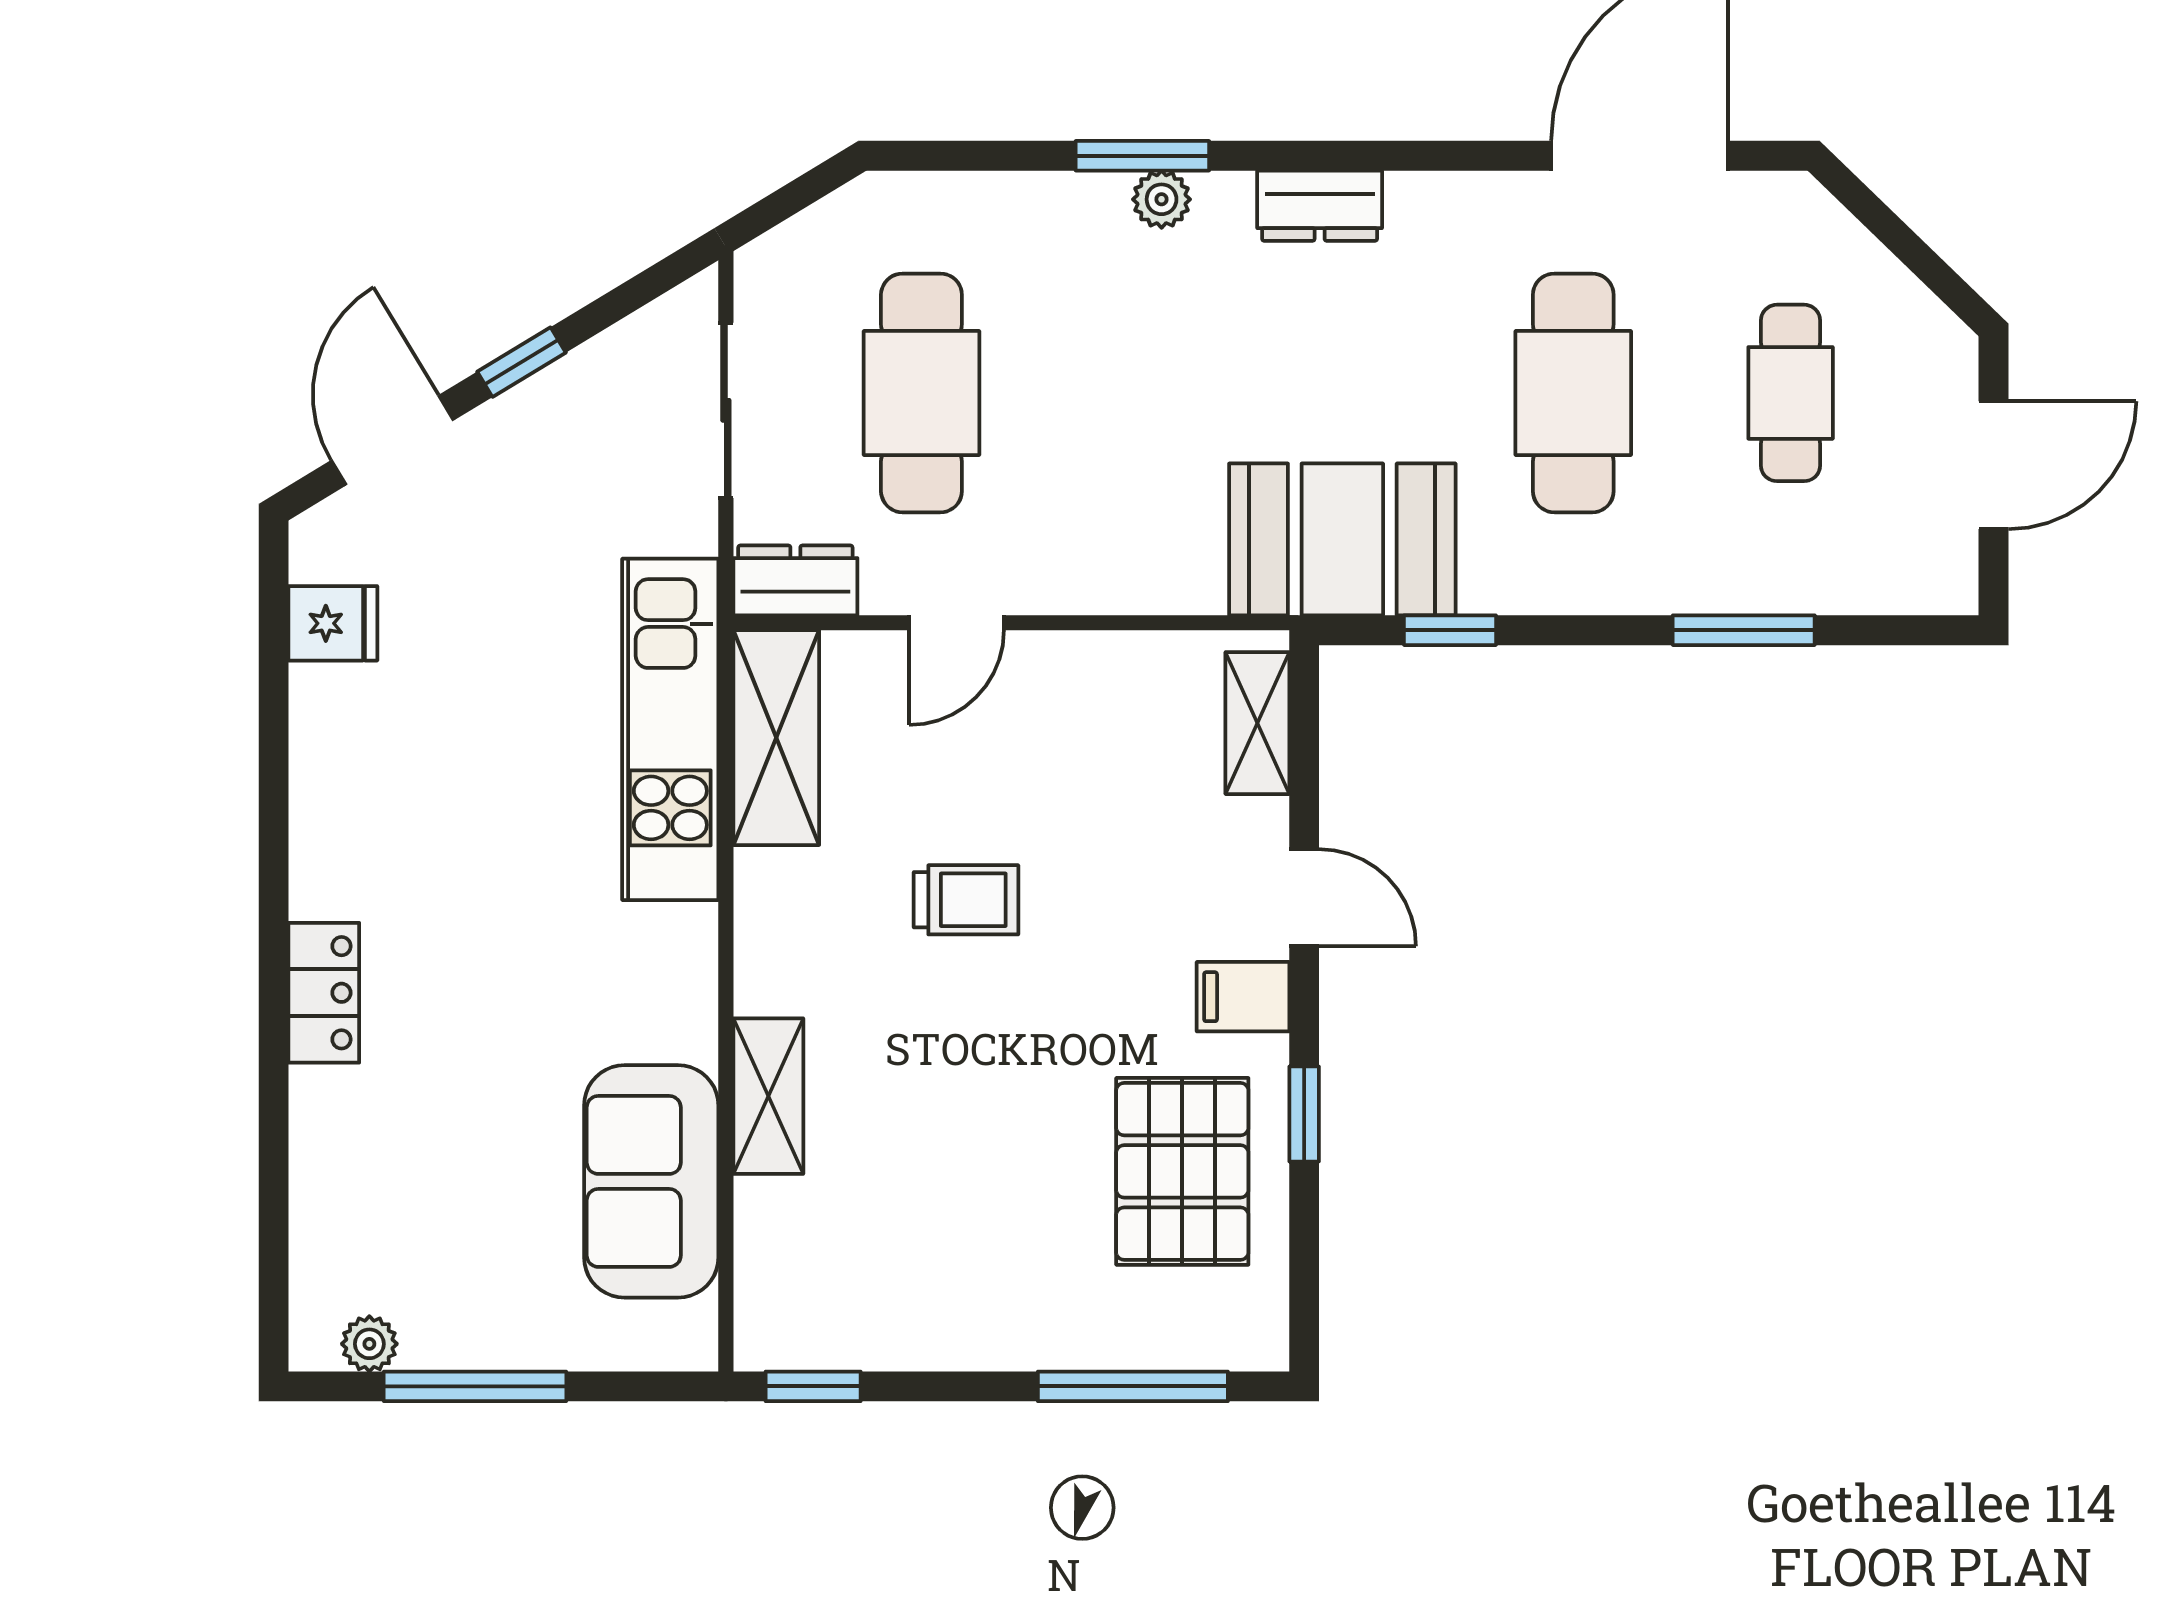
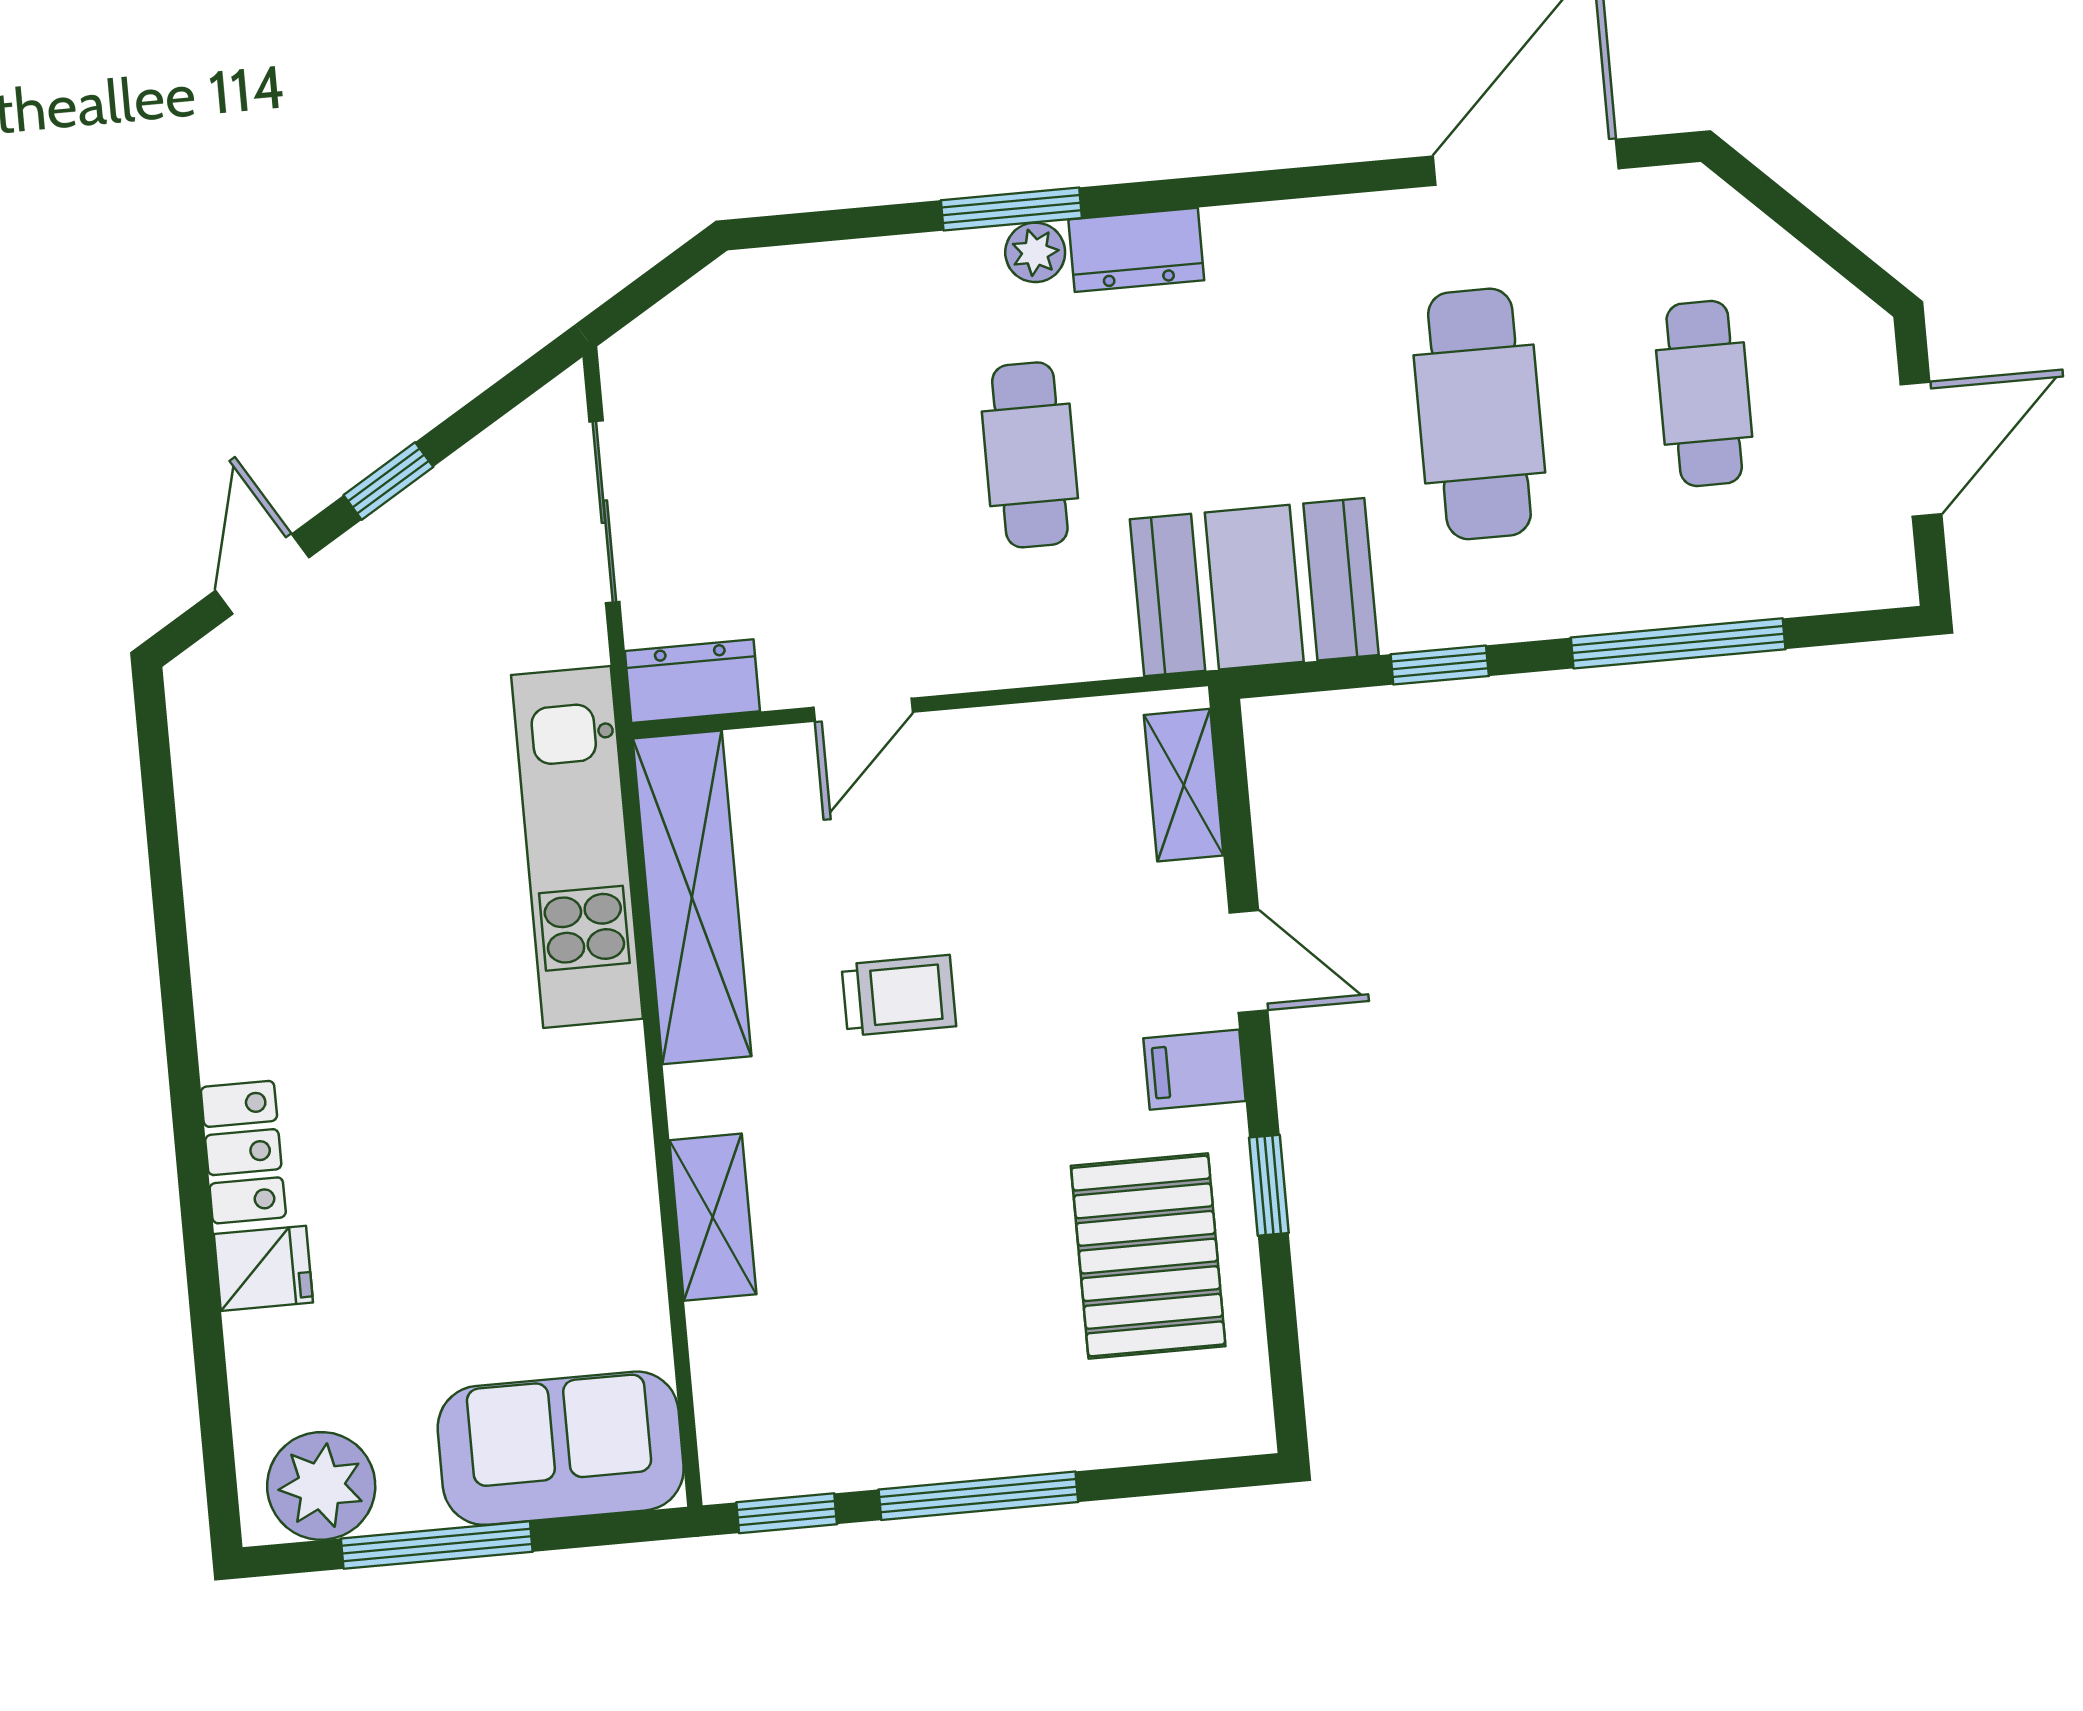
dresser: (1320, 206) -> (1136, 250), moved
cafe table: (921, 393) -> (1030, 455), moved, width x0.73, depth x0.74
door: (392, 440) -> (262, 574), width x0.73
fridge: (333, 623) -> (263, 1268), moved
window: (1450, 630) -> (1440, 665), moved
window: (1744, 630) -> (1678, 643), width x1.44
shelving: (776, 738) -> (692, 897), width x1.47
sofa: (651, 1181) -> (561, 1448), moved, turned 90
plant: (369, 1344) -> (321, 1486), width x1.87, depth x1.87
window: (1133, 1386) -> (978, 1496), moved

